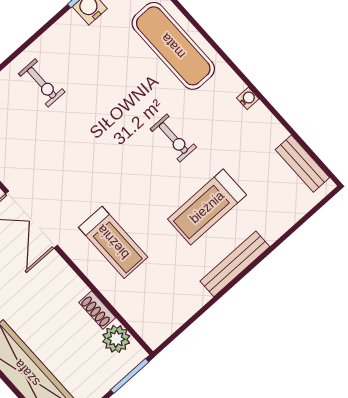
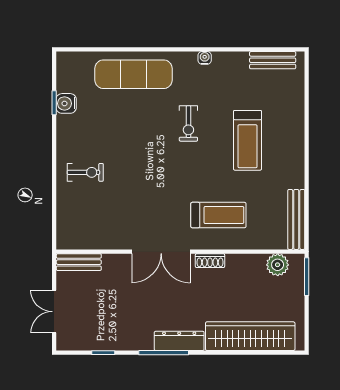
exercise bike: (173, 138) -> (188, 123), turned 90
bench: (235, 264) -> (296, 219), moved
shoe rack: (97, 310) -> (210, 261), moved

